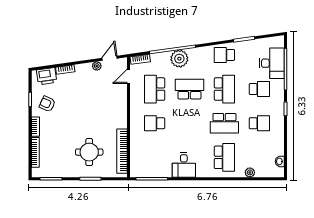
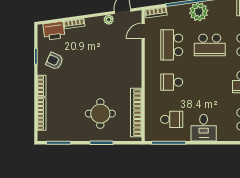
school desk: (189, 89) -> (210, 45), turned 180
school desk: (155, 157) -> (172, 119), added

